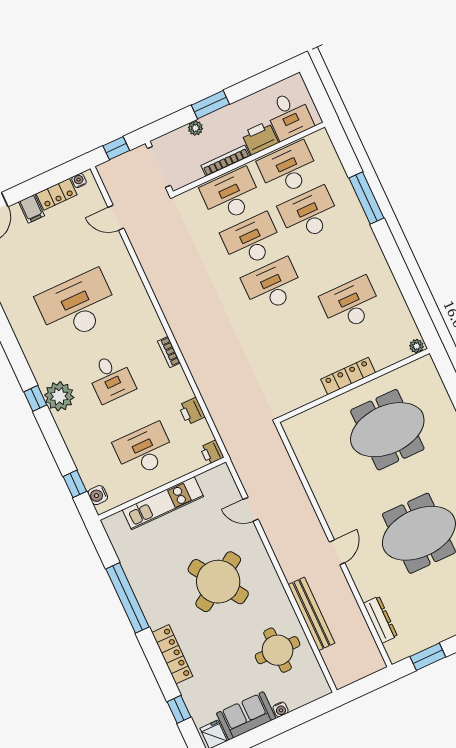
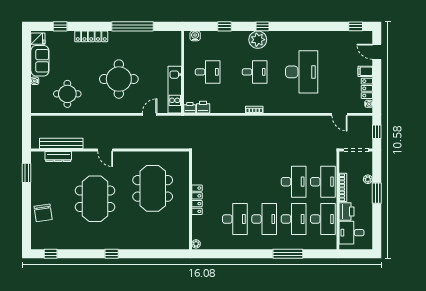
door: (116, 218) -> (339, 114), swing flipped
desk: (273, 286) -> (264, 219), moved
desk: (111, 378) -> (255, 72), turned 180
printer: (192, 411) -> (203, 107), moved
meeting table: (387, 430) -> (153, 188), moved
desk: (144, 450) -> (208, 72), width x0.73
window: (75, 484) -> (225, 26), moved
kitchen unit: (163, 503) -> (175, 90), moved
round table: (218, 582) -> (119, 79), turned 33
bench: (311, 614) -> (61, 143), moved

